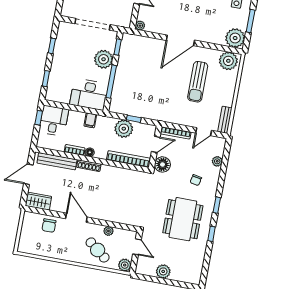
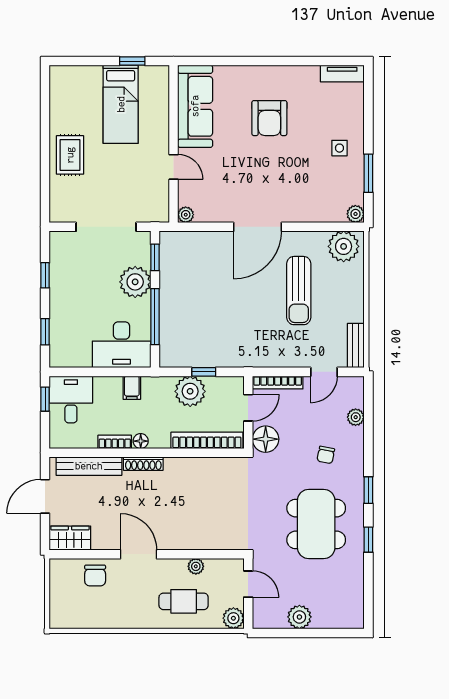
plant: (235, 38) -> (355, 214), width x0.53, depth x0.53
cafe table: (98, 250) -> (184, 601), turned -38

